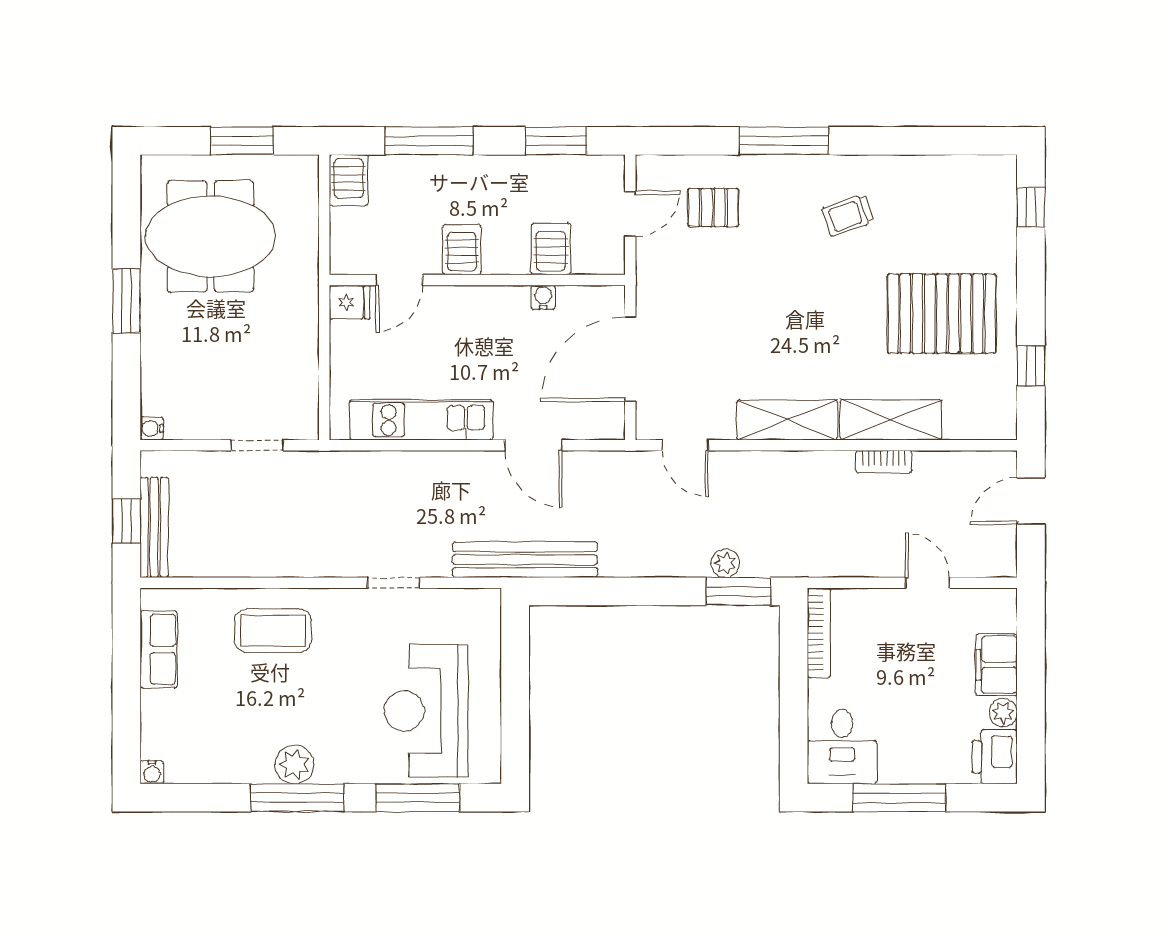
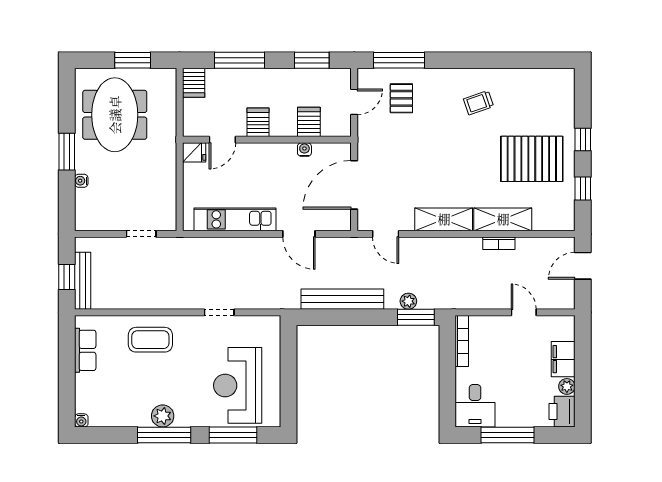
window: (784, 141) -> (399, 60), moved
window: (1031, 207) -> (583, 140), moved
pallet: (713, 208) -> (401, 98), turned 90
meeting table: (211, 236) -> (115, 115), turned 90
water cooler: (152, 428) -> (81, 181), moved
bench: (525, 560) -> (342, 299), moved

